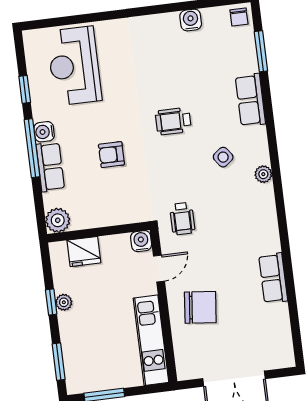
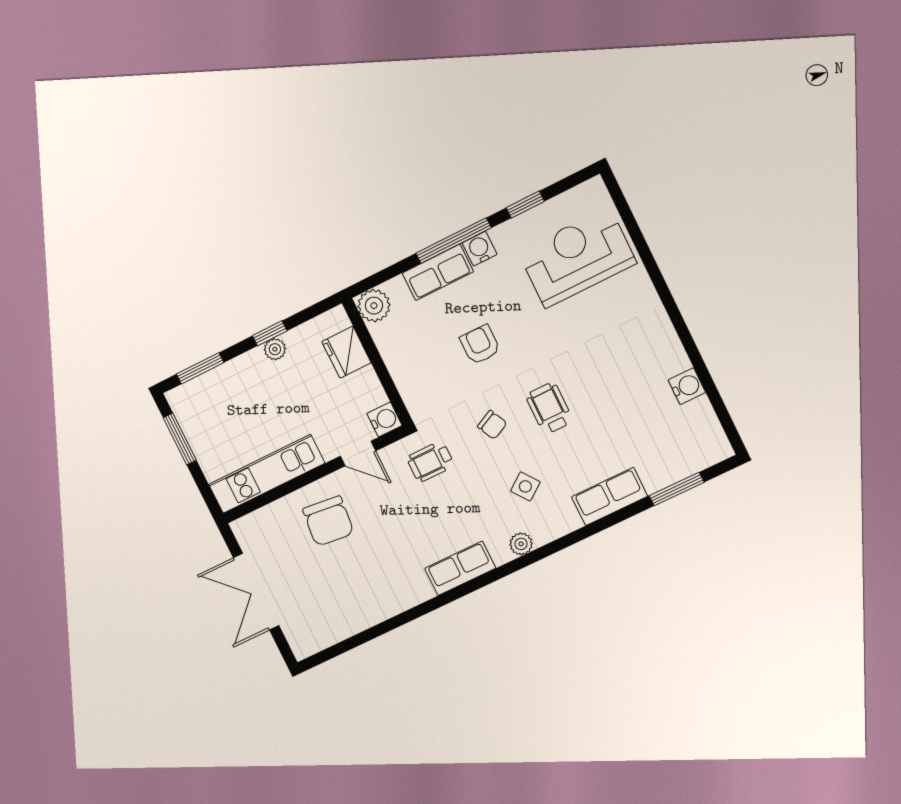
chair: (239, 17) -> (492, 425), moved, turned -116
row of seats: (273, 278) -> (460, 568), moved

